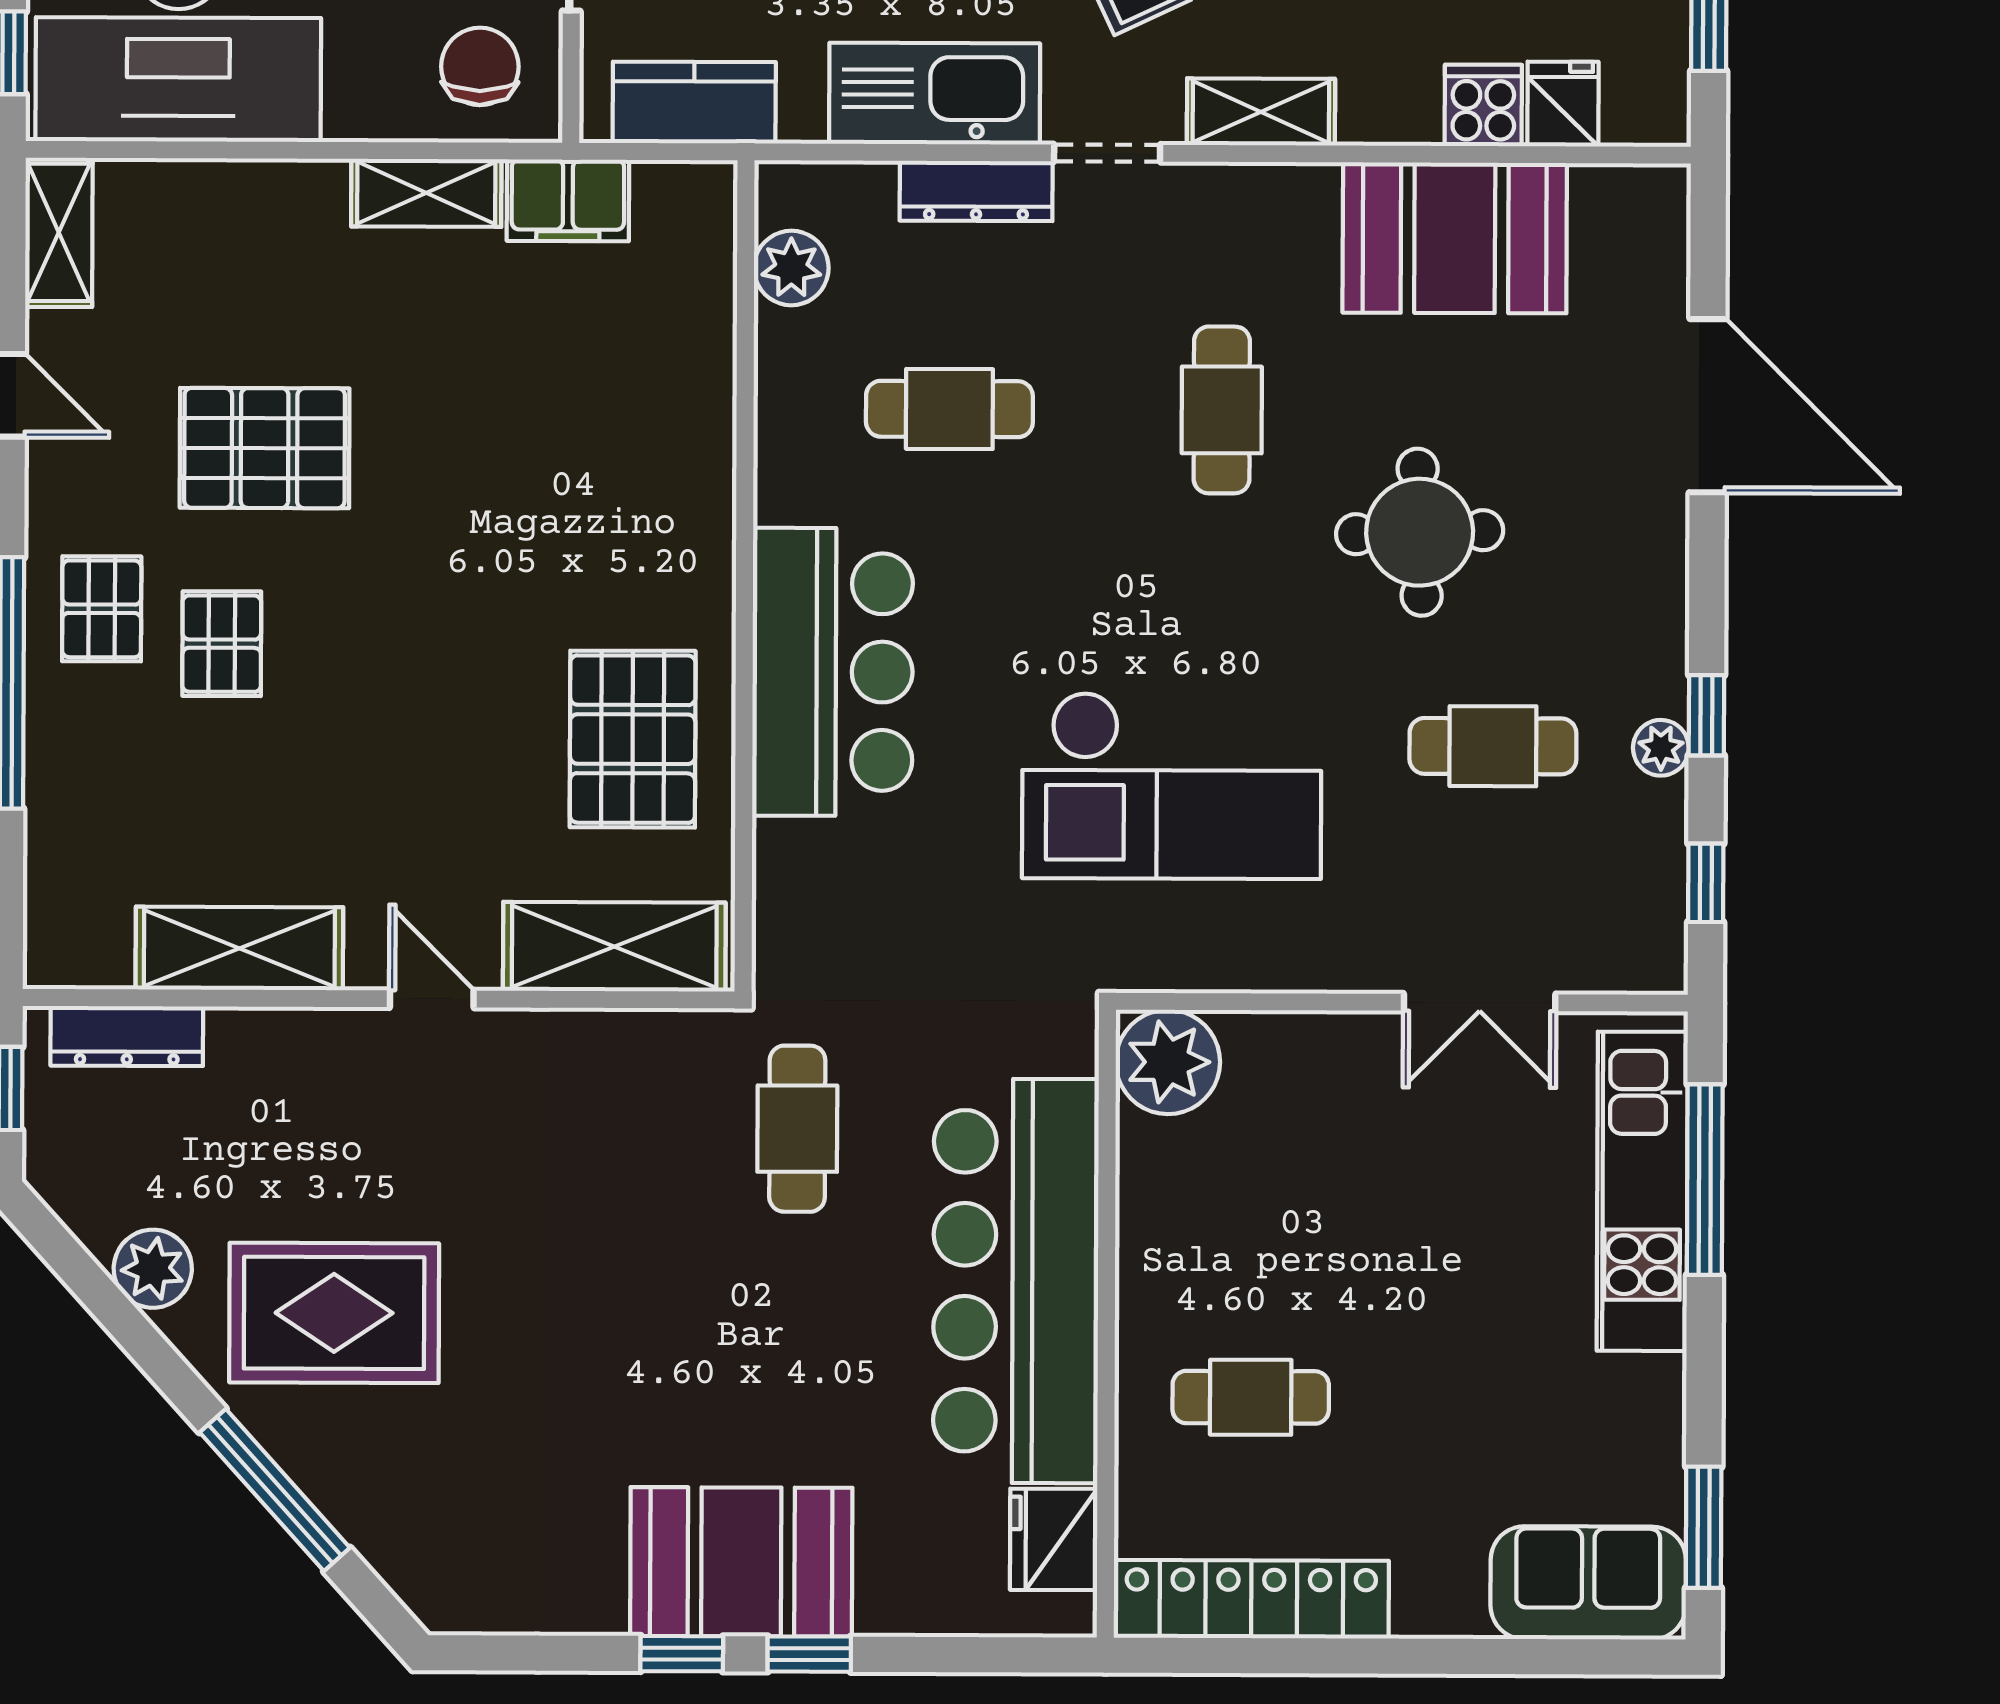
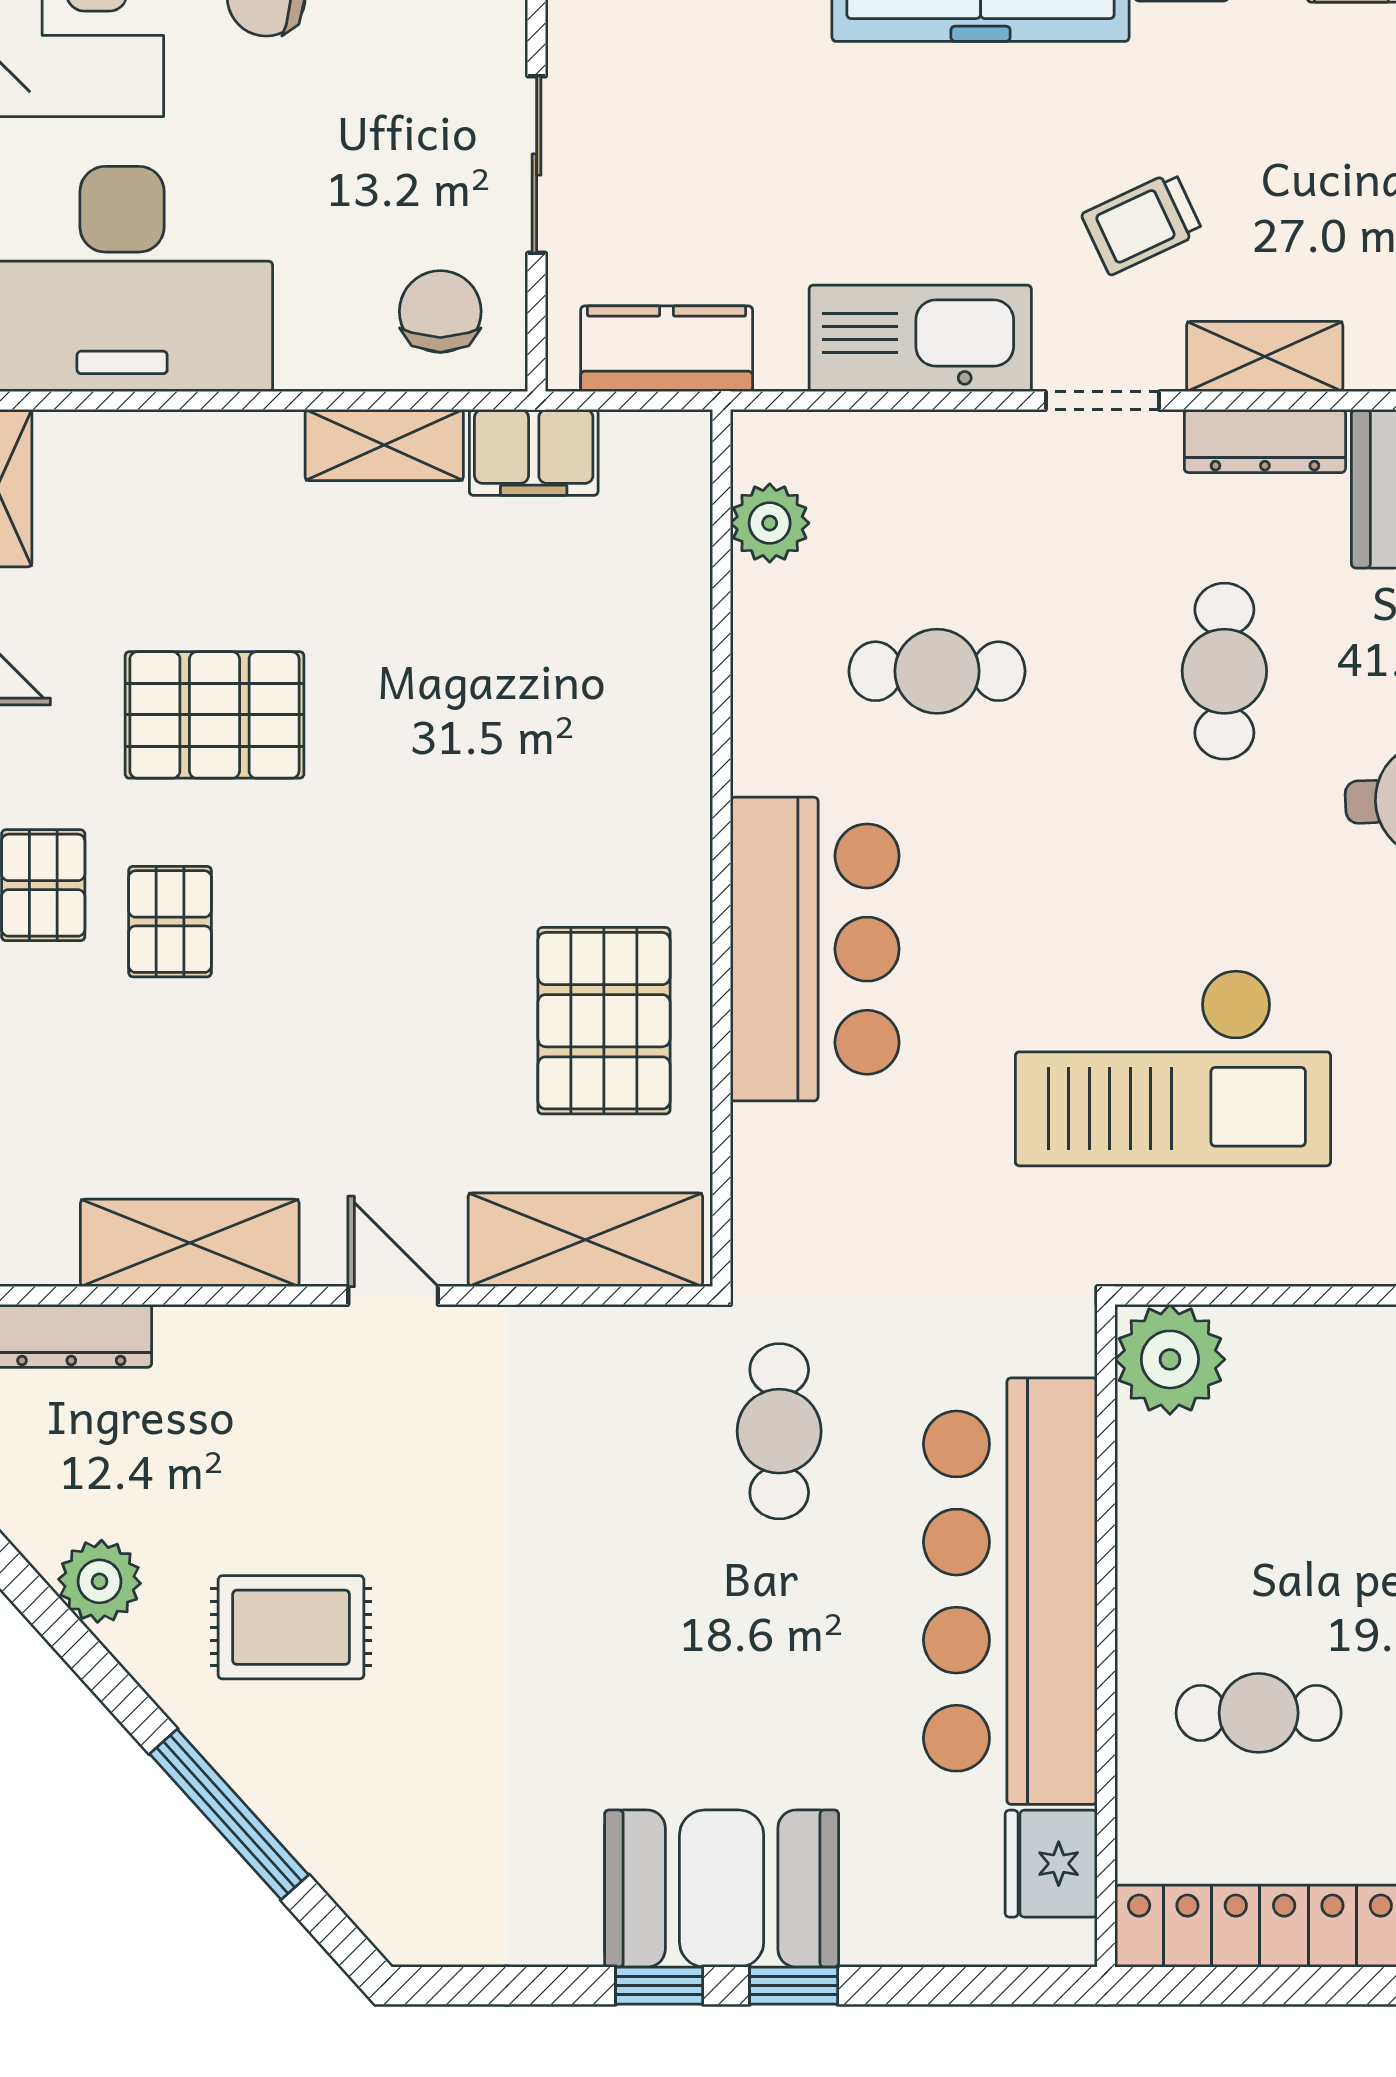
dresser: (976, 191) -> (1265, 441), moved
rug: (334, 1313) -> (291, 1627), width x0.73, depth x0.70

